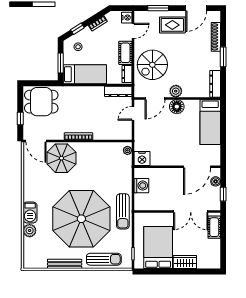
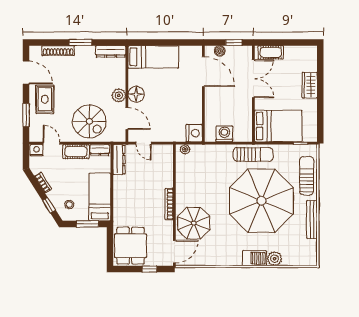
bed: (158, 248) -> (278, 126), moved, turned 180

